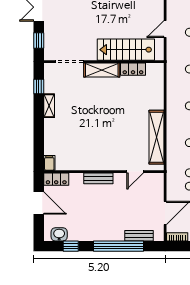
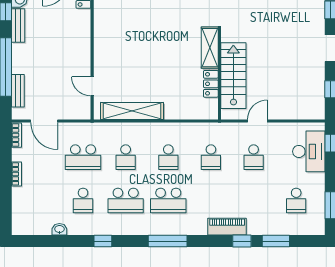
door: (165, 29) -> (257, 121), hinge flipped
bench: (98, 178) -> (18, 25), moved

